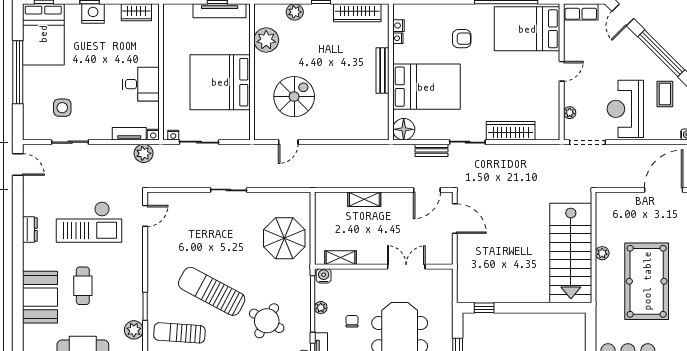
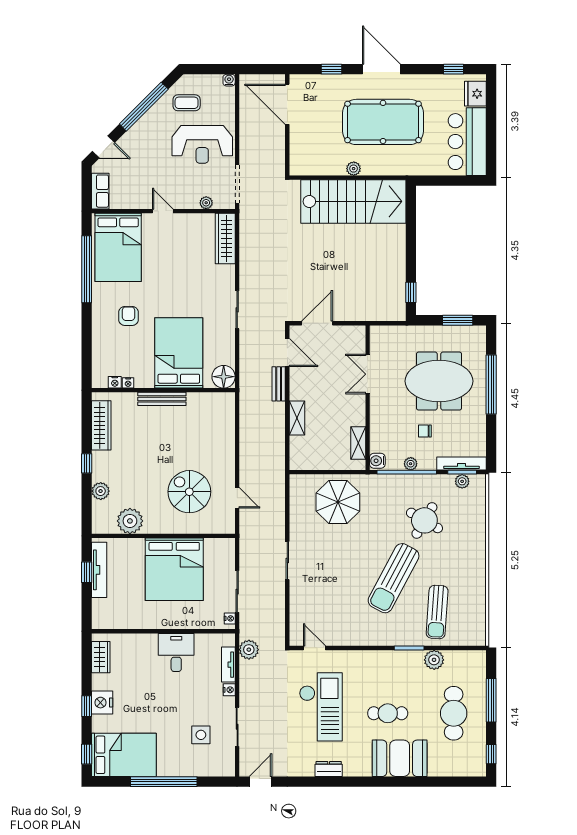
wardrobe: (511, 131) -> (225, 238), moved
nightstand: (153, 135) -> (229, 690), moved
bench: (431, 150) -> (279, 384), moved

